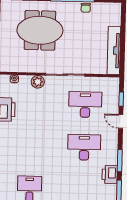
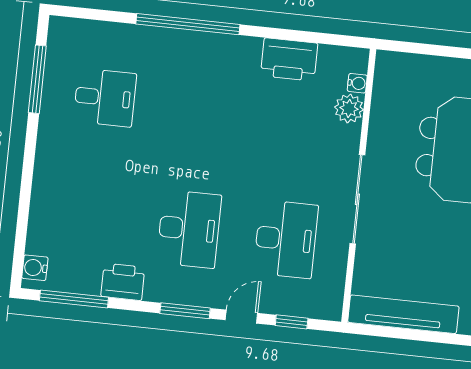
plant: (38, 82) -> (349, 108), moved
window: (120, 161) -> (185, 311), moved

